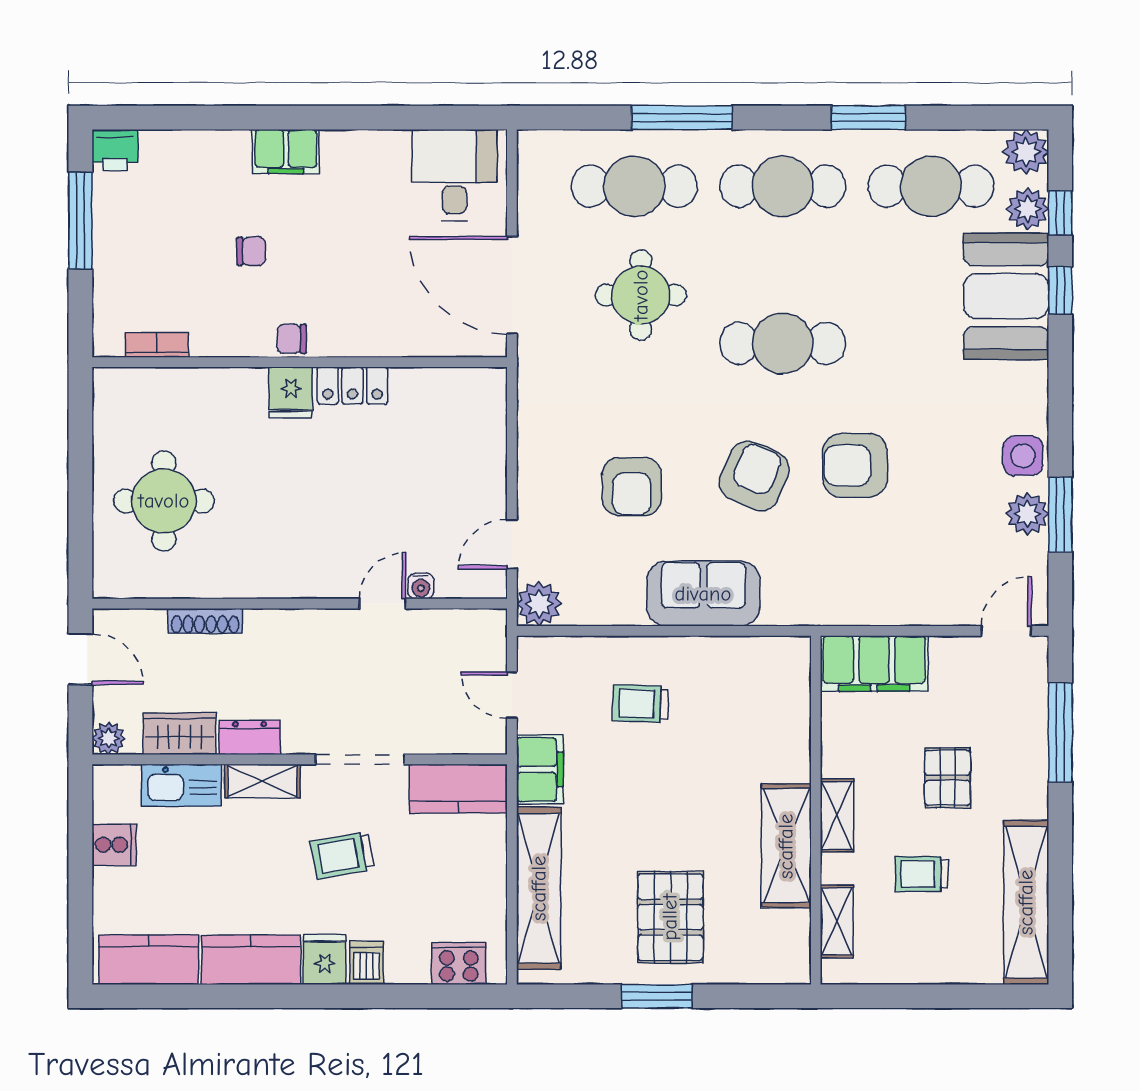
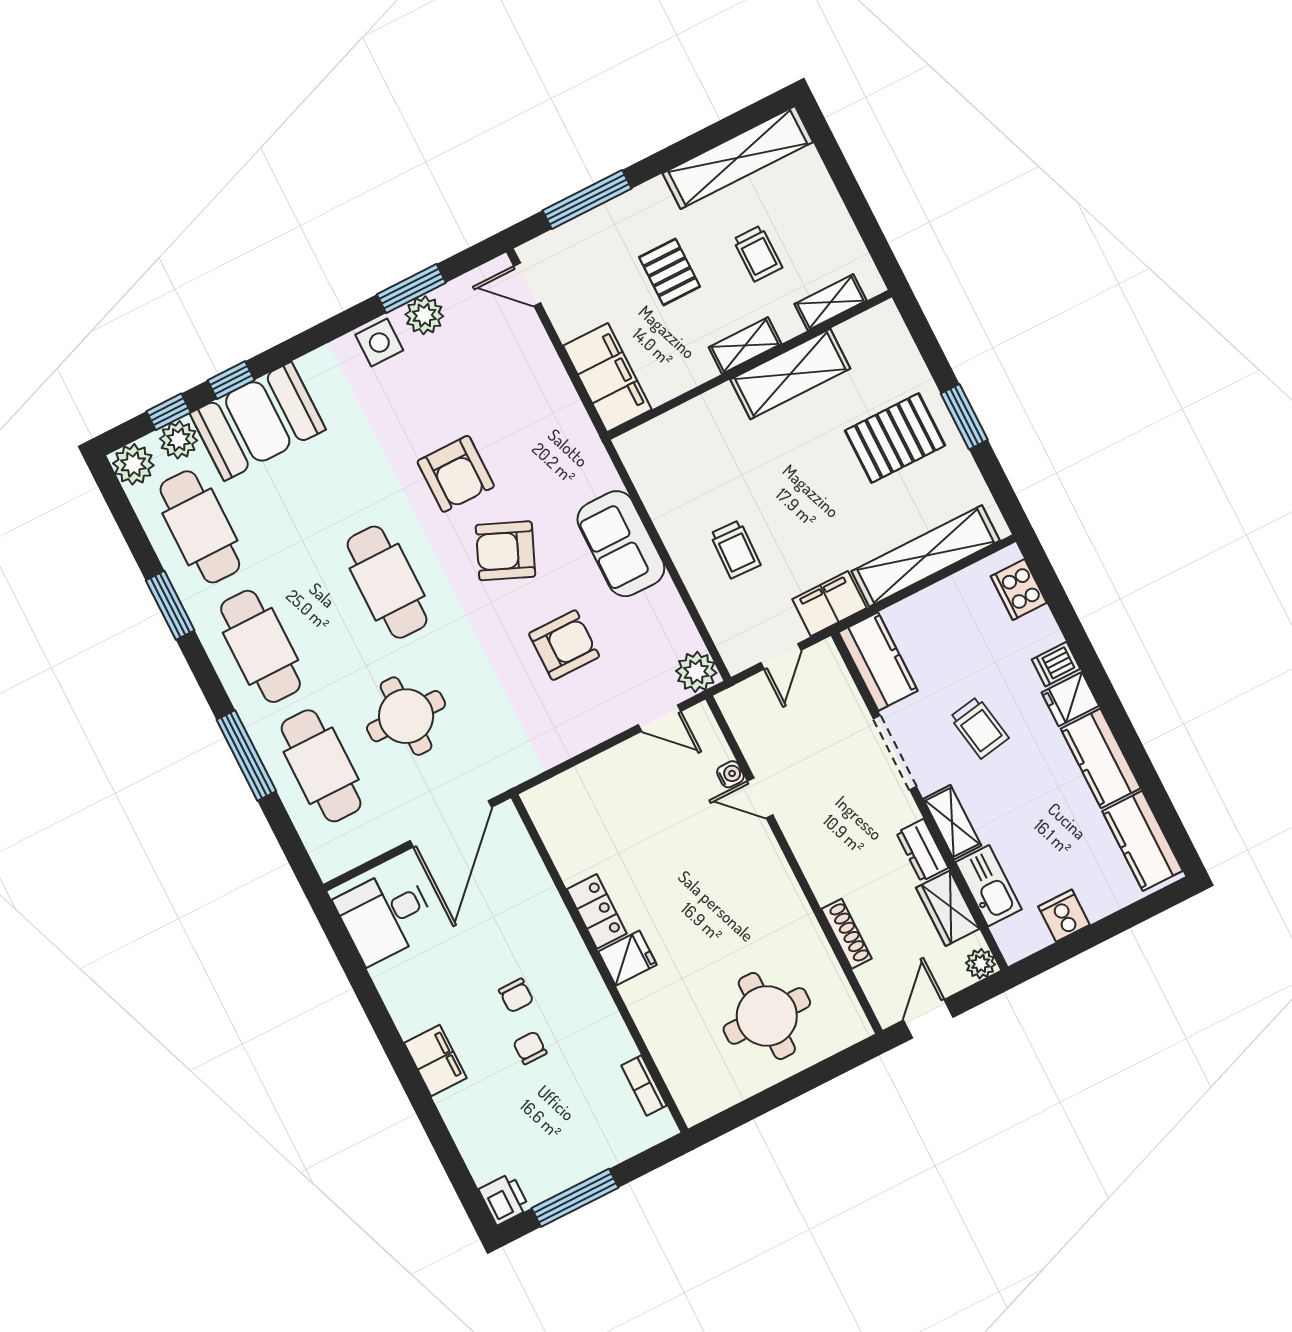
chair: (292, 339) -> (516, 996), moved
pallet: (947, 778) -> (670, 272), turned 90

